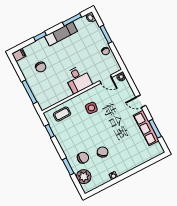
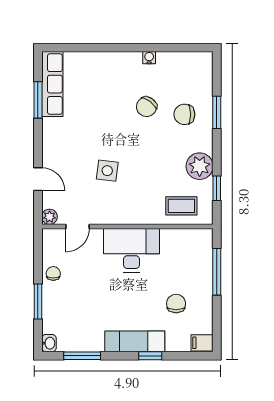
exam couch: (61, 34) -> (135, 341), moved
desk: (78, 79) -> (132, 250), width x1.37
door: (106, 79) -> (77, 226), swing flipped
door: (141, 101) -> (38, 179), moved
side table: (91, 108) -> (107, 171), moved
row of seats: (146, 128) -> (52, 84), moved
plant: (84, 177) -> (200, 166), moved

